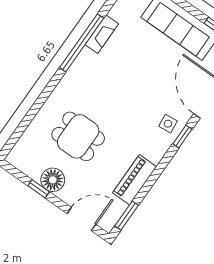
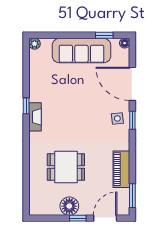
fireplace: (102, 34) -> (35, 117), moved
window: (82, 43) -> (26, 106), width x0.32
window: (39, 189) -> (78, 218), moved

